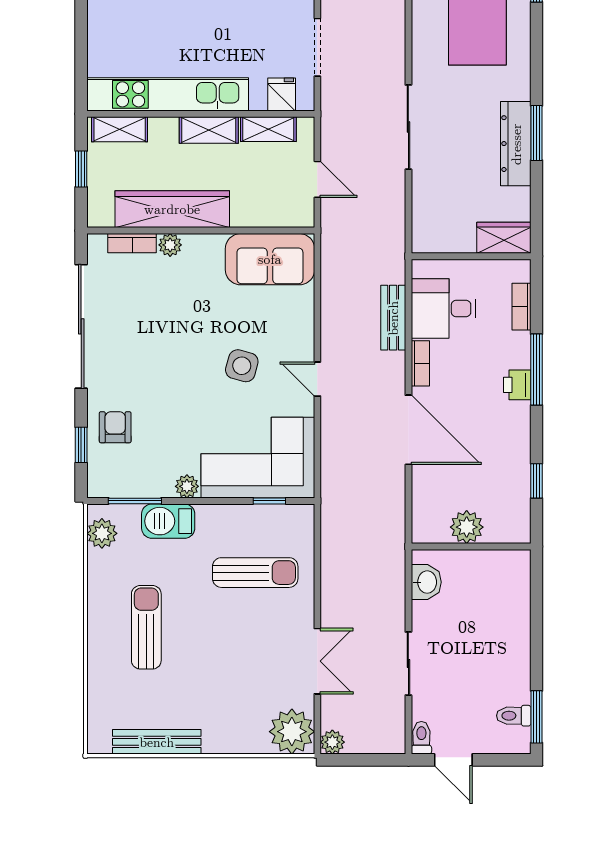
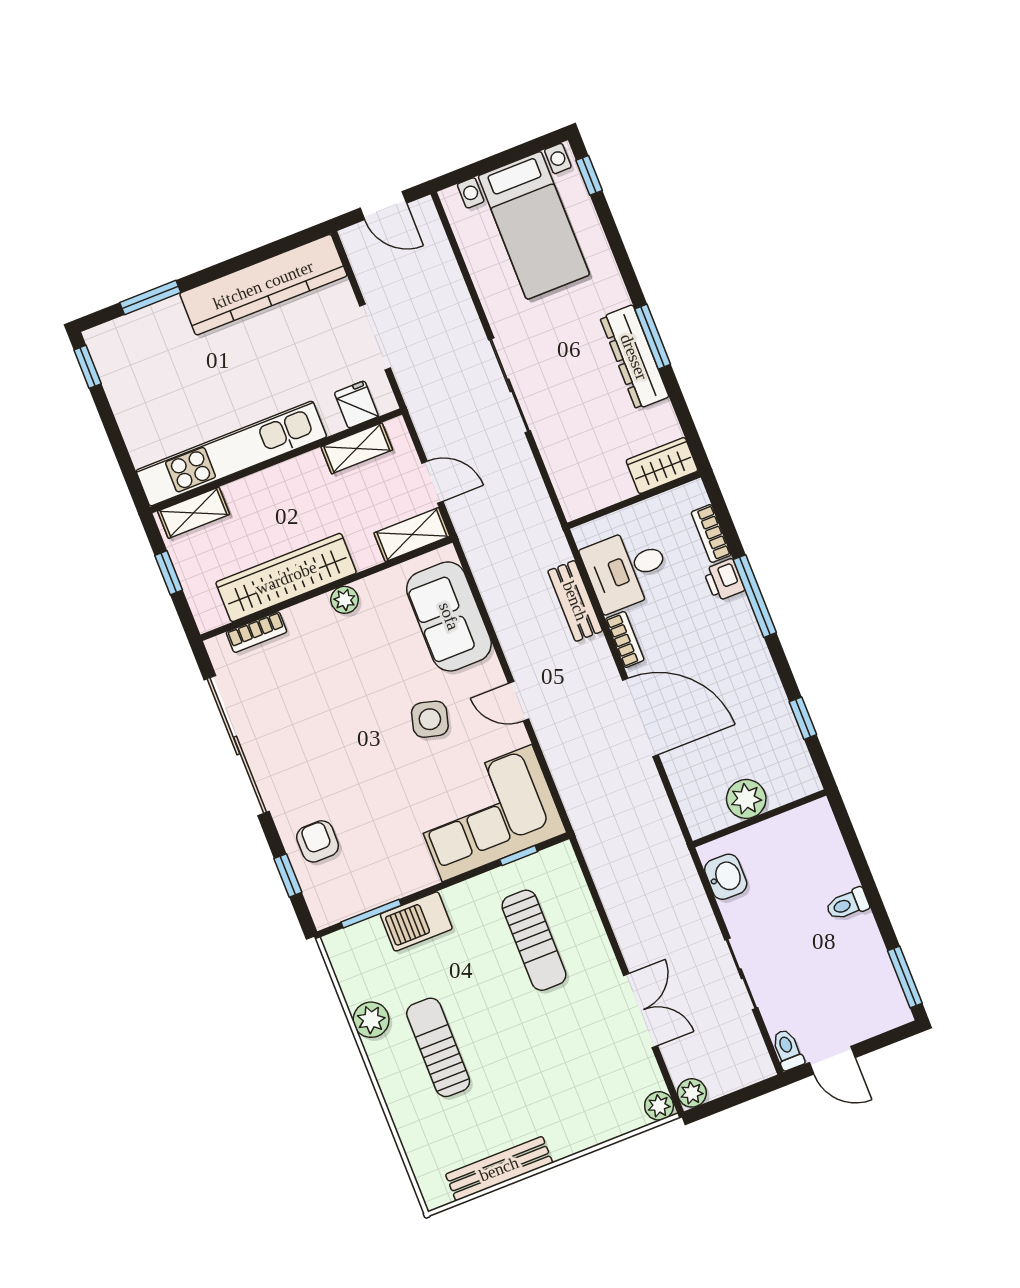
shelving: (209, 130) -> (412, 535), moved
plant: (170, 245) -> (345, 600), moved
sofa: (270, 259) -> (449, 616), moved, turned 90
printer: (517, 385) -> (724, 580), moved
plant: (187, 486) -> (422, 875), removed
plant: (102, 533) -> (371, 1020), moved
sun lounger: (255, 573) -> (534, 940), turned 90
toilet: (514, 716) -> (847, 904), moved
plant: (292, 732) -> (659, 1106), width x0.53, depth x0.53

